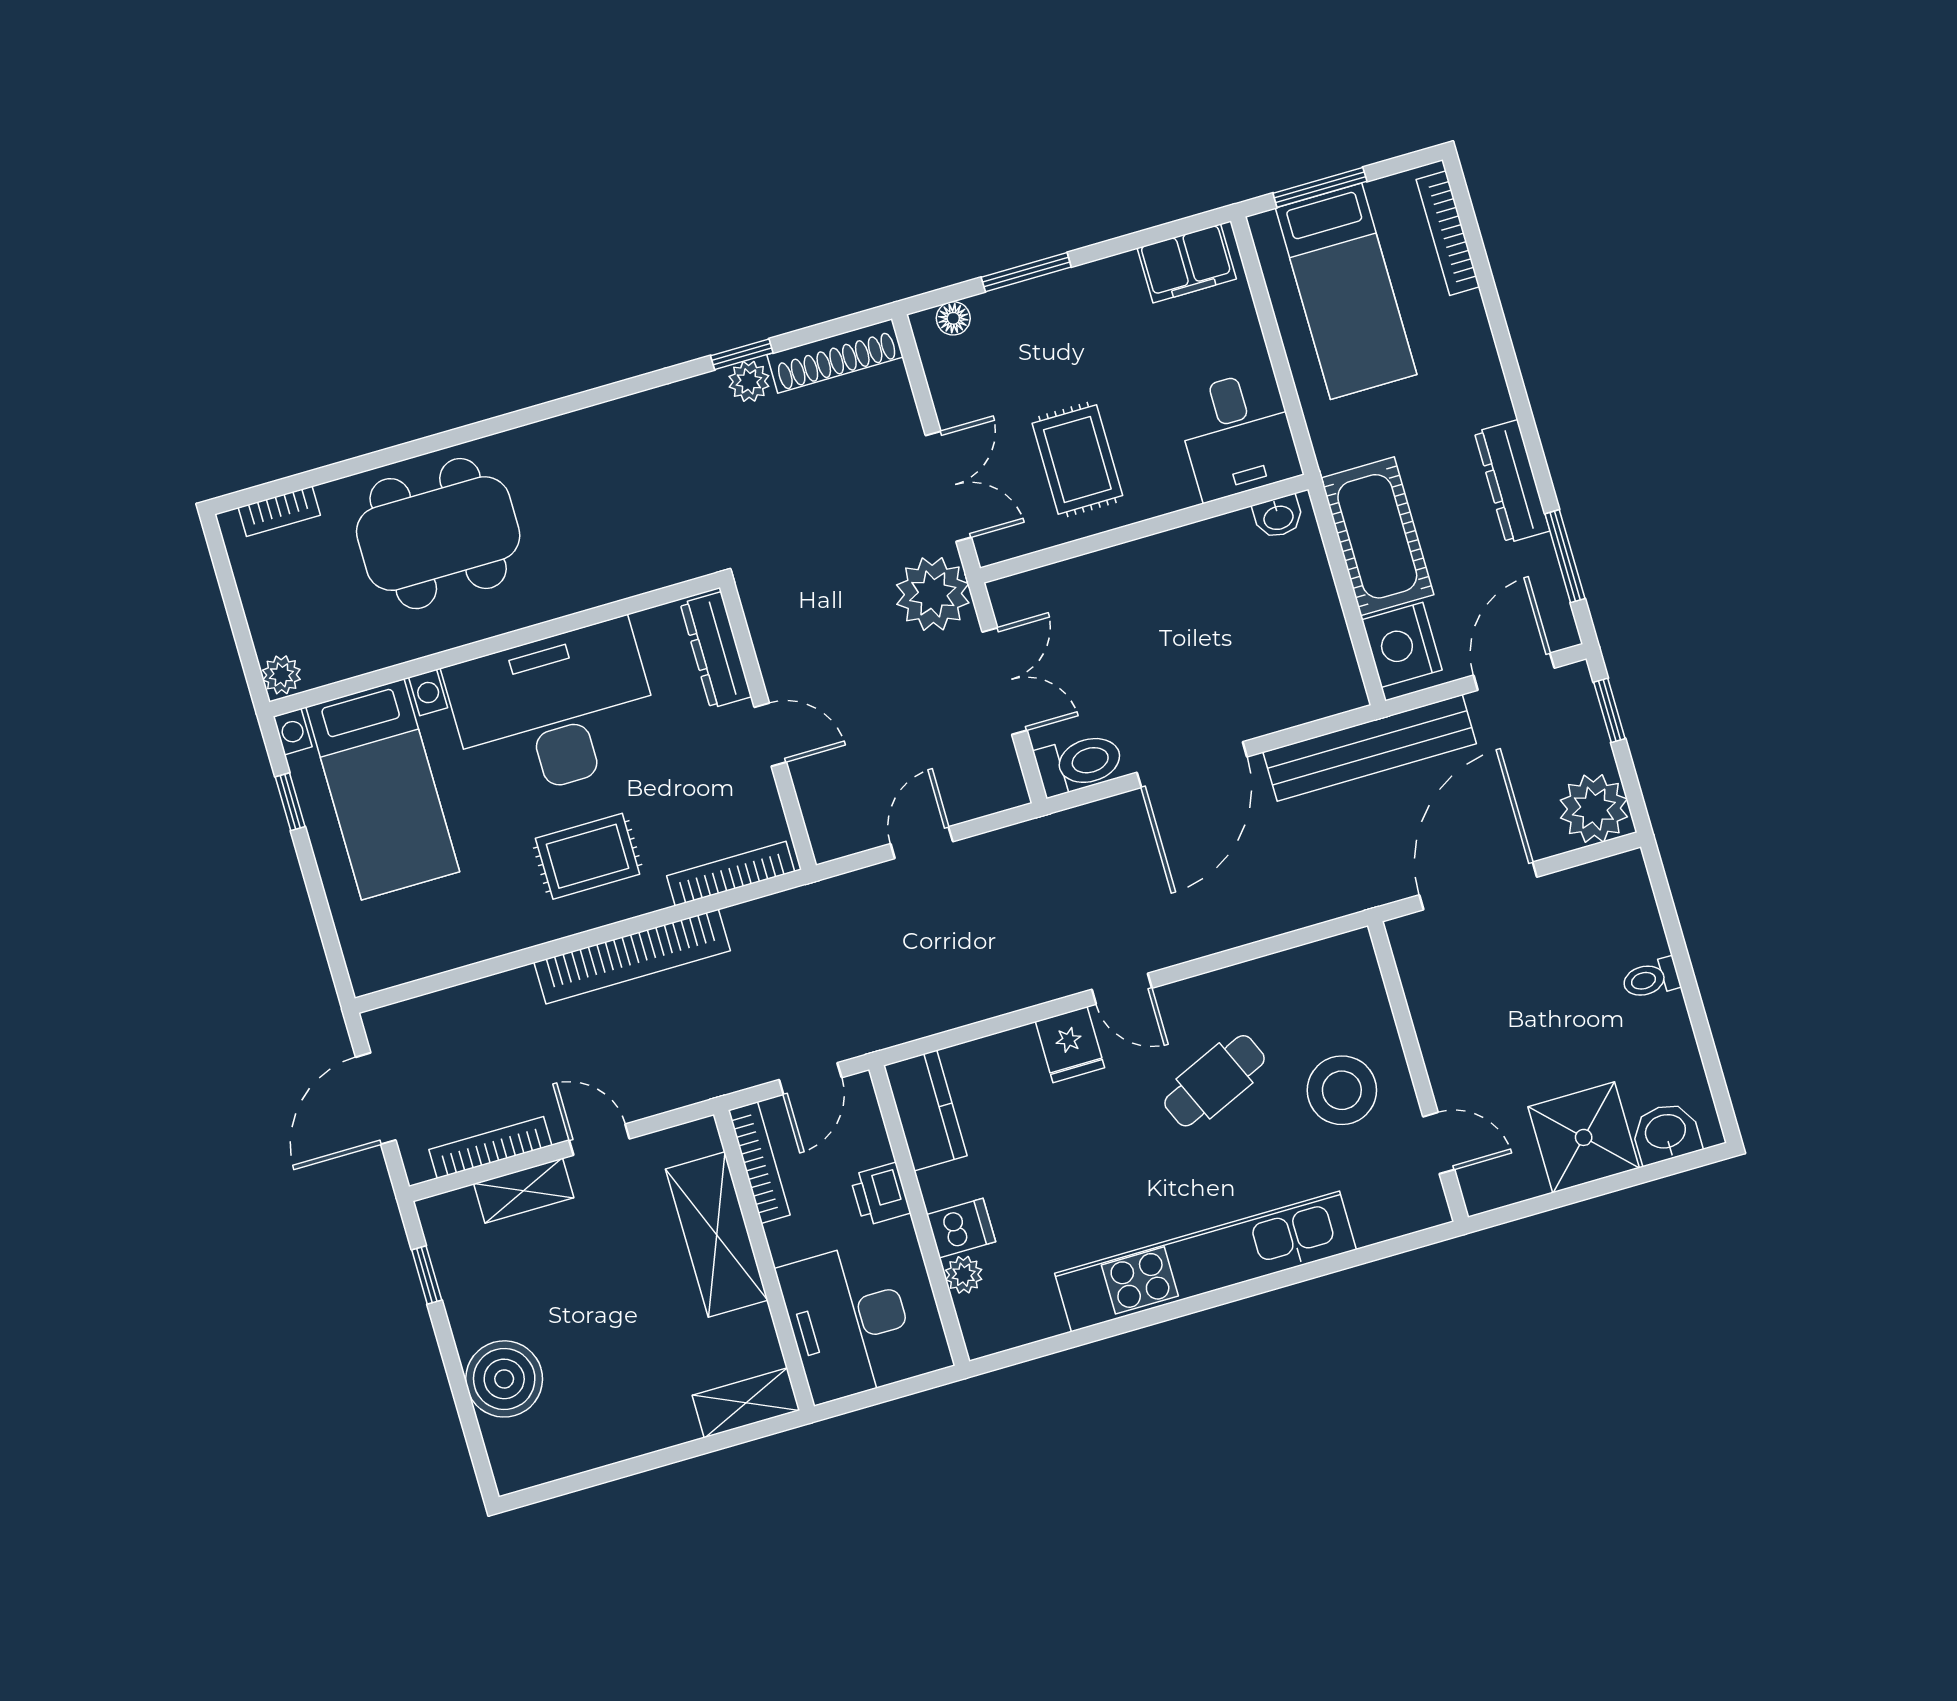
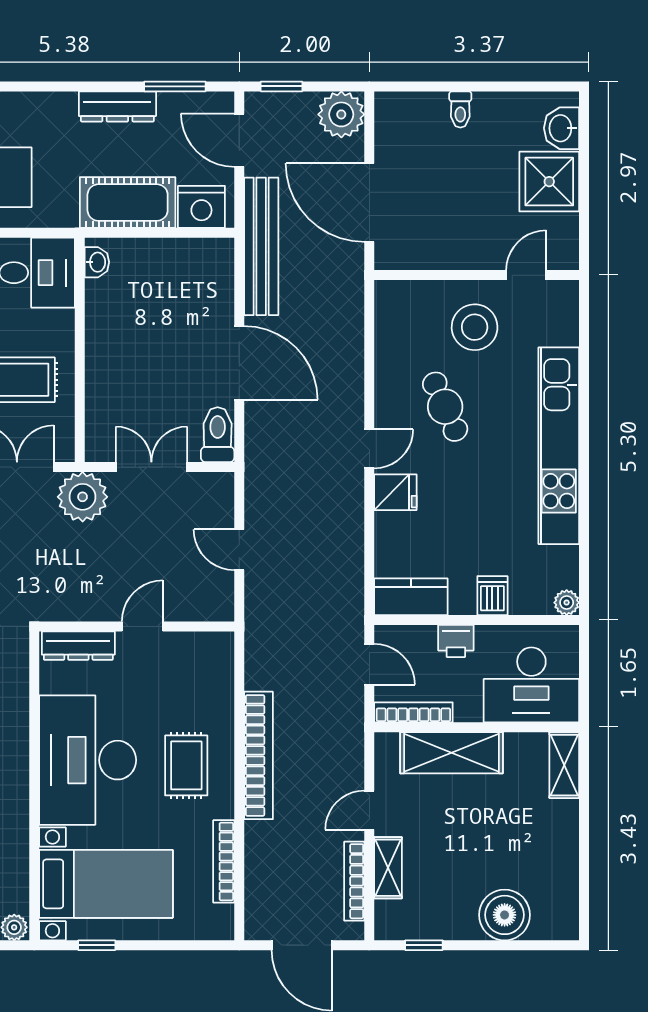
bookcase: (731, 874) -> (224, 861), moved
plant: (964, 1275) -> (567, 603), moved

